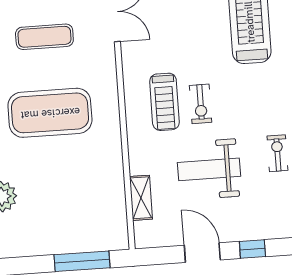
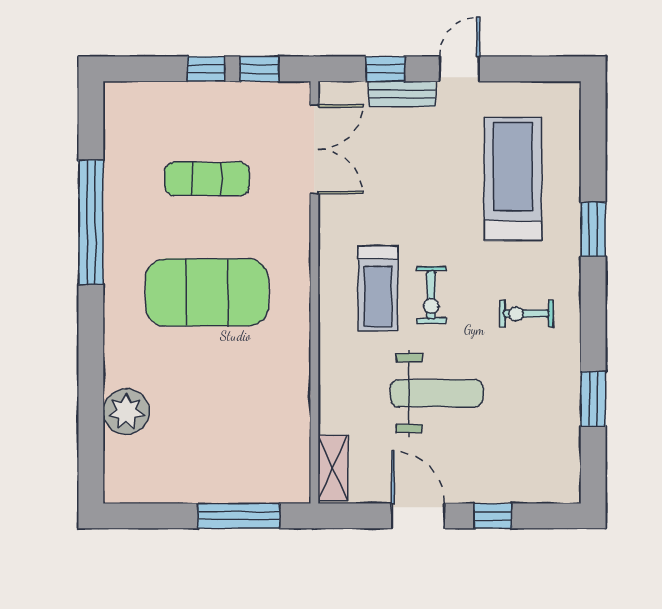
exercise bike: (277, 153) -> (526, 314), moved, turned -90
weight bench: (209, 169) -> (437, 393), turned 180
shelving: (141, 198) -> (333, 468), moved

